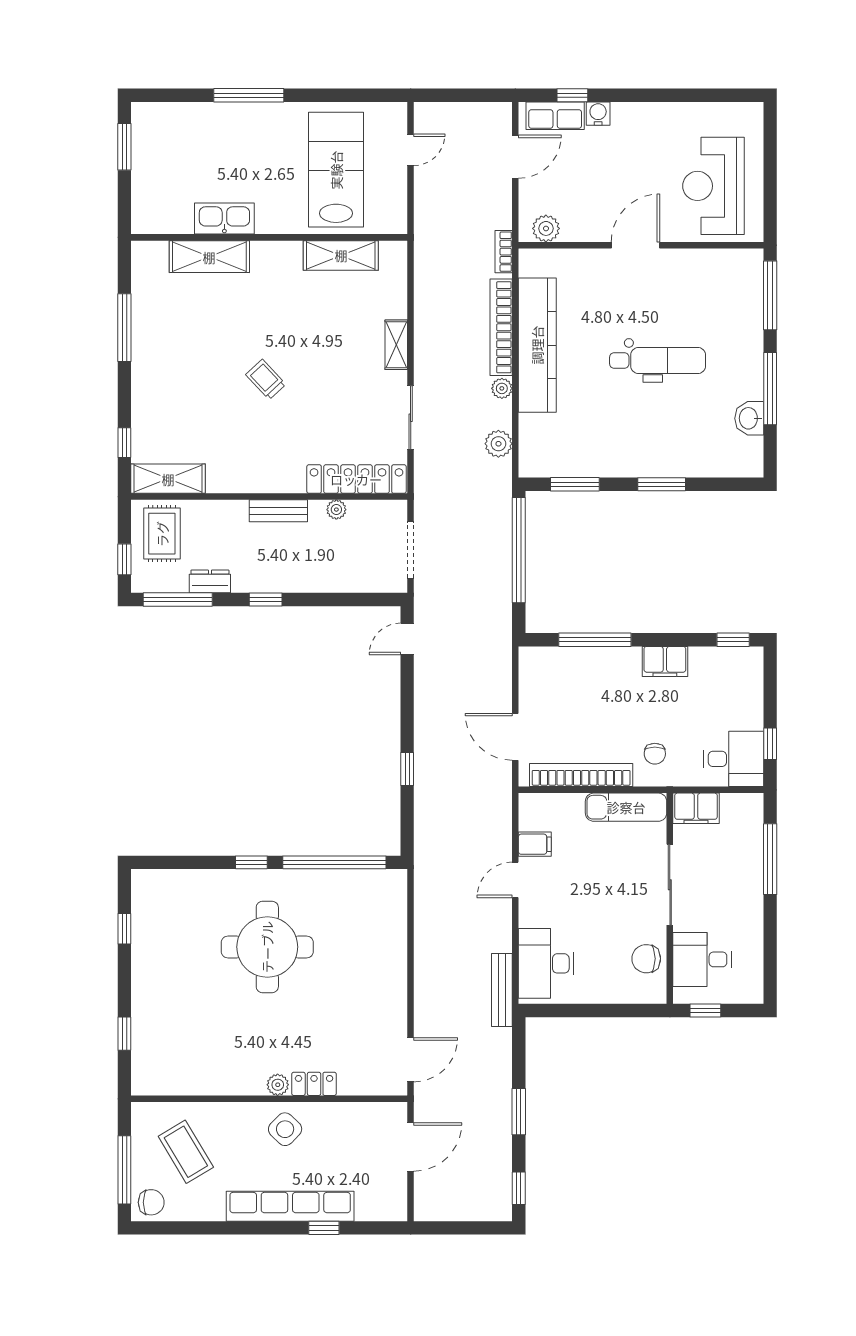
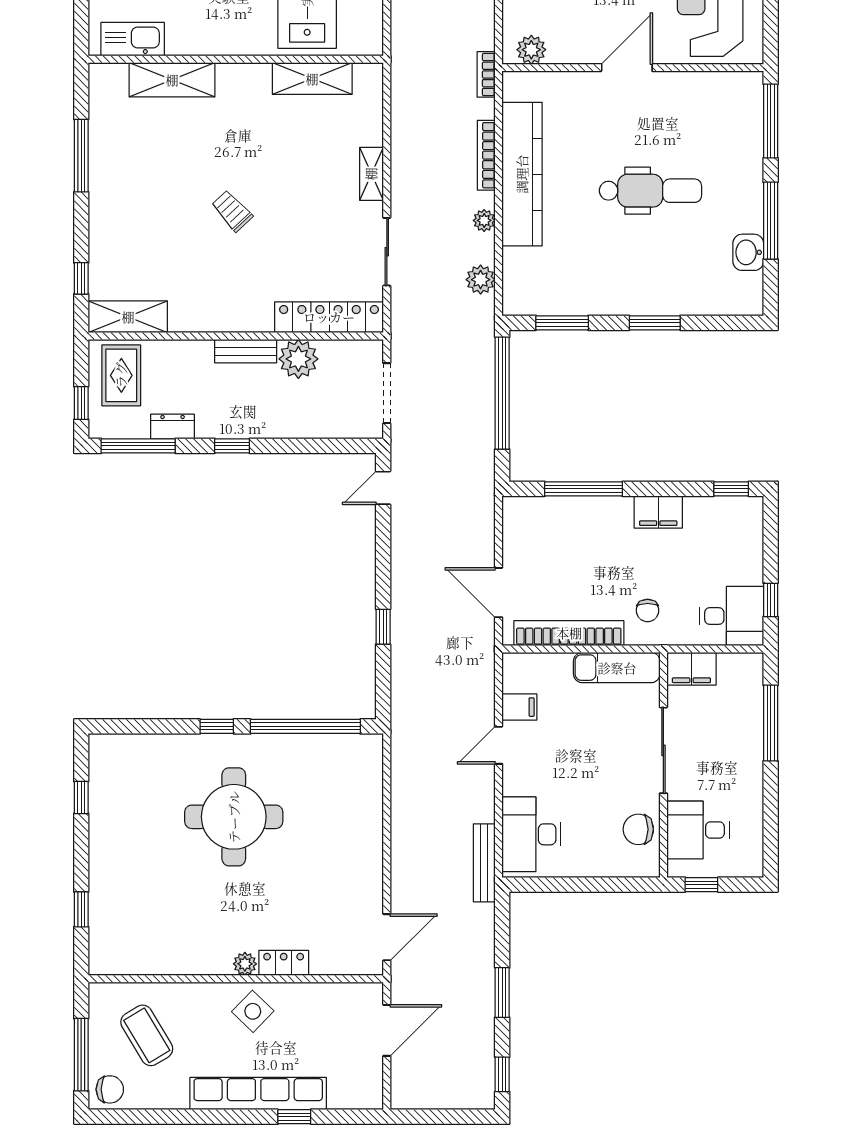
kitchen sink: (224, 219) -> (133, 39), moved
bookcase: (501, 327) -> (486, 155), width x0.68, depth x0.76
plant: (336, 510) -> (298, 359), width x1.87, depth x1.87

